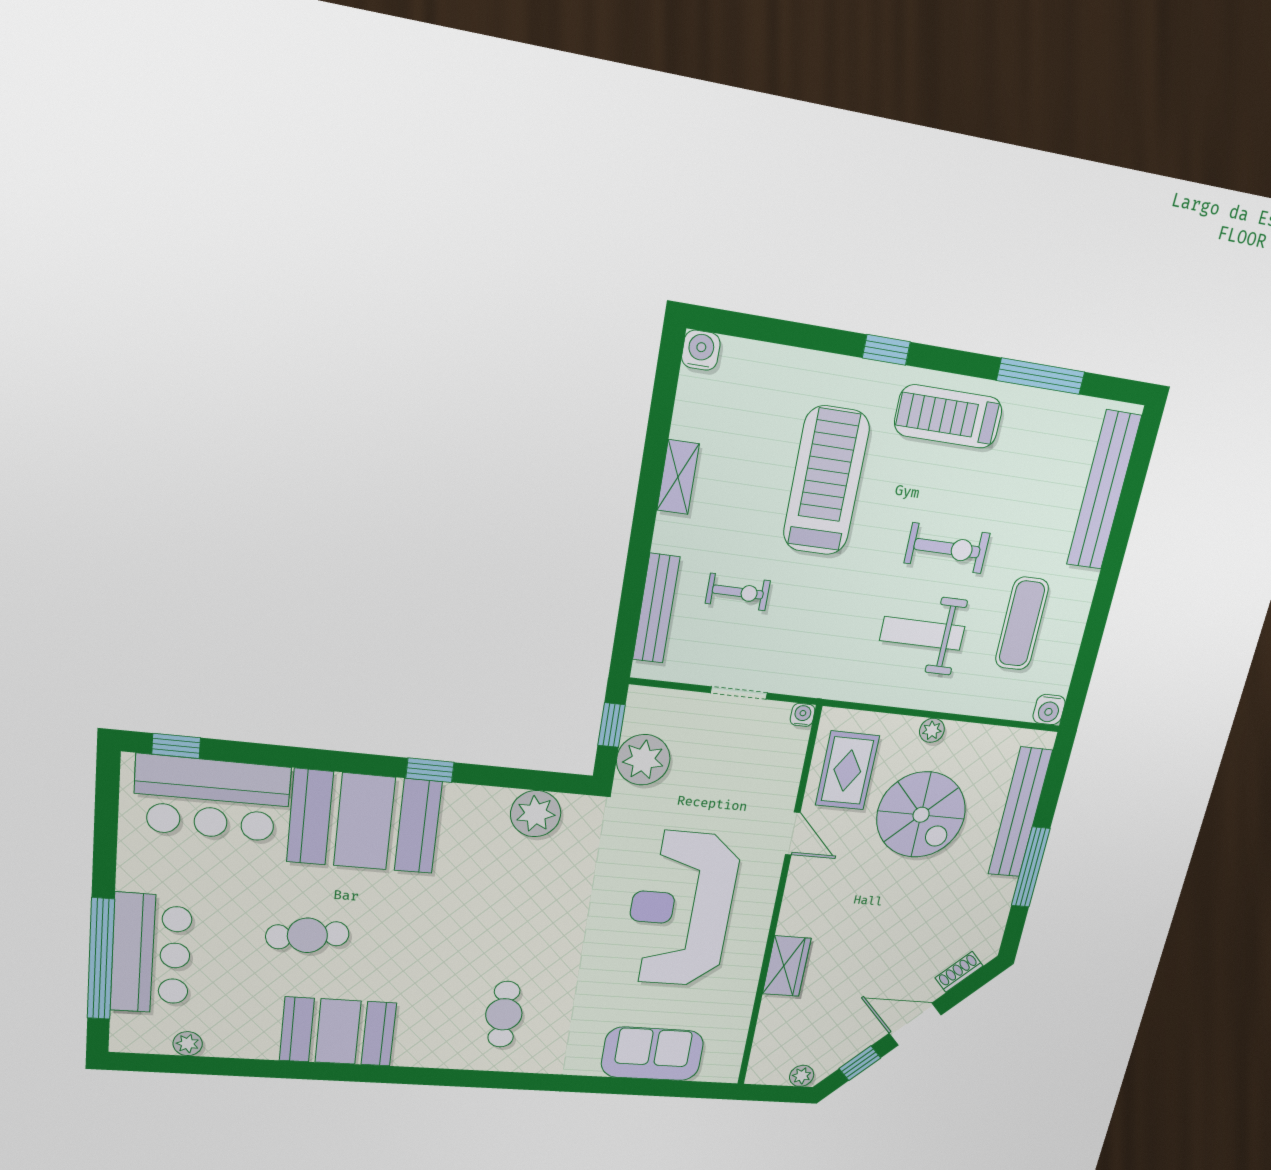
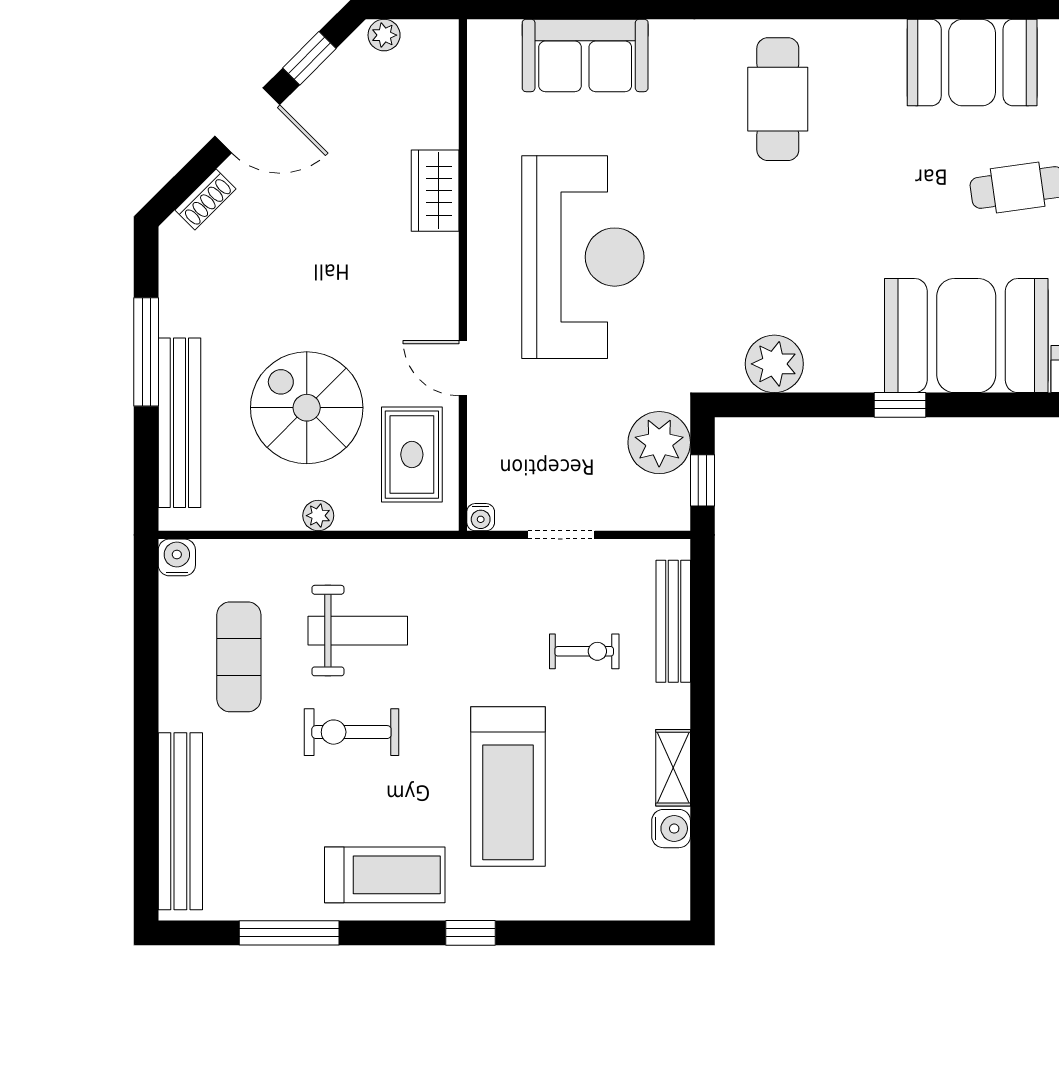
water cooler: (701, 350) -> (671, 829), moved, turned -90
exercise bike: (738, 592) -> (584, 651), turned 180
cafe table: (504, 1014) -> (778, 99), width x1.37, depth x1.35

